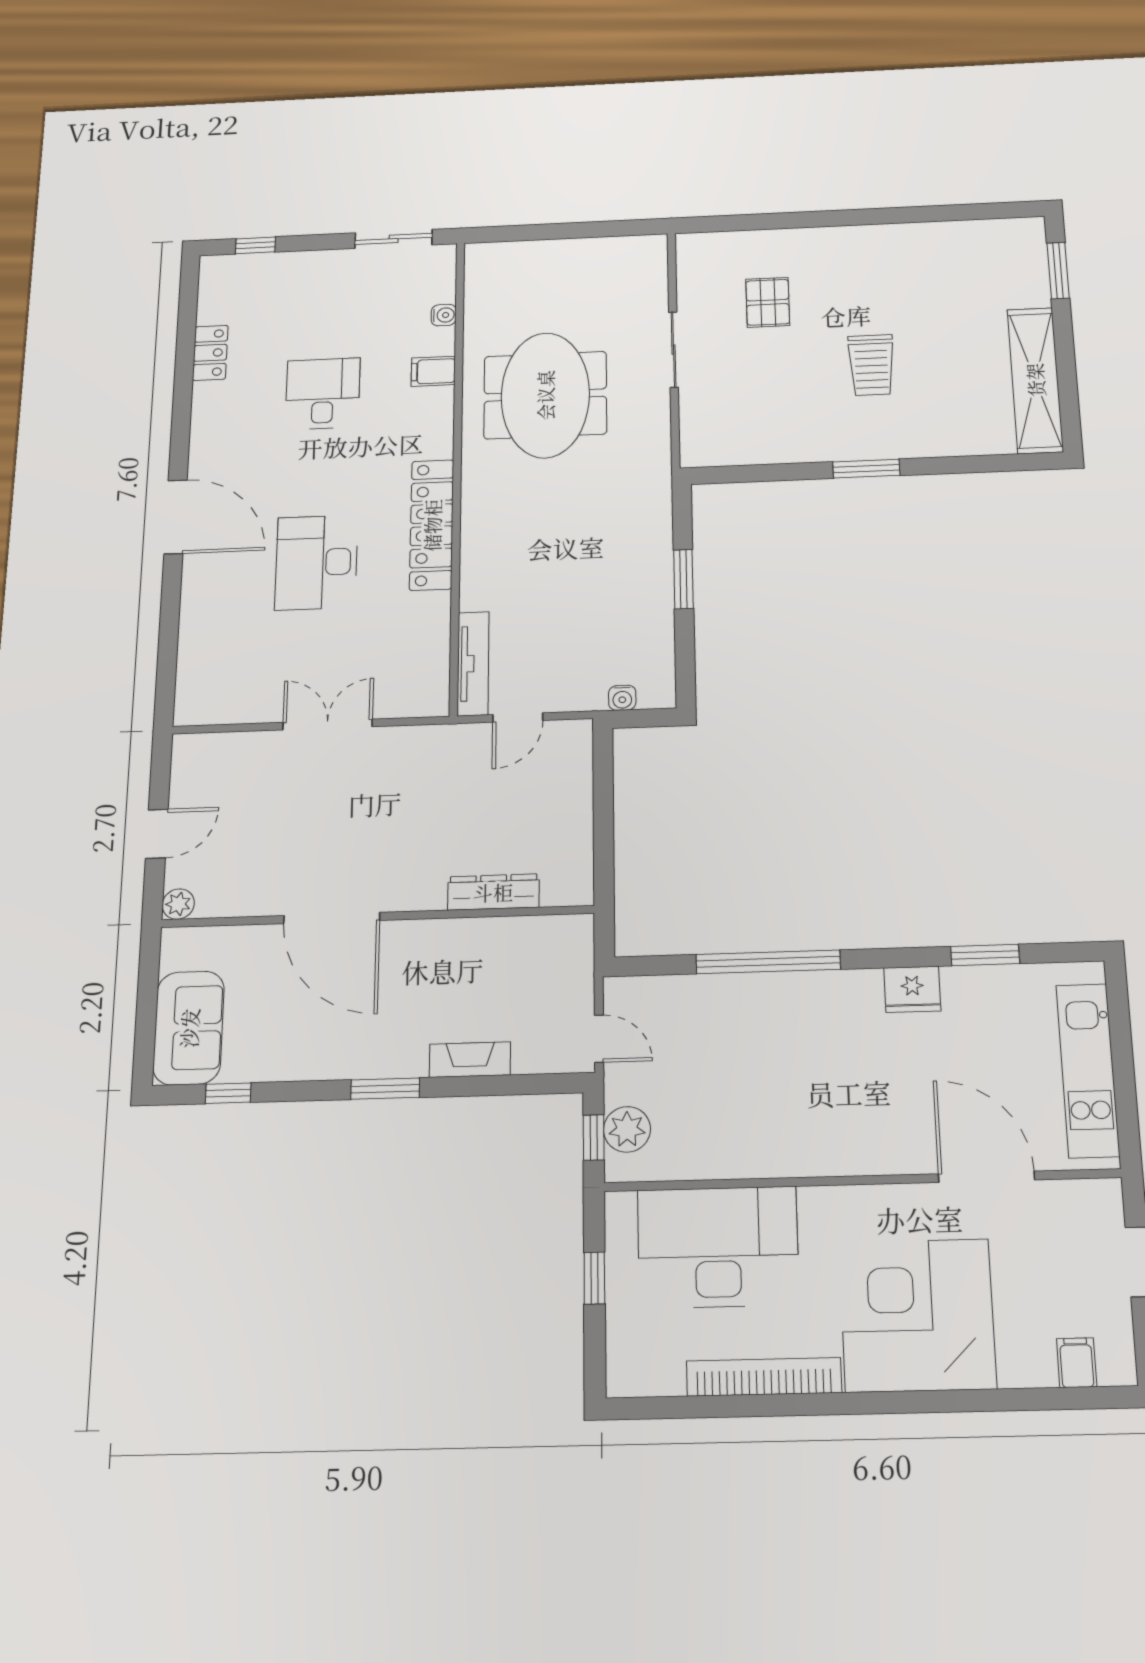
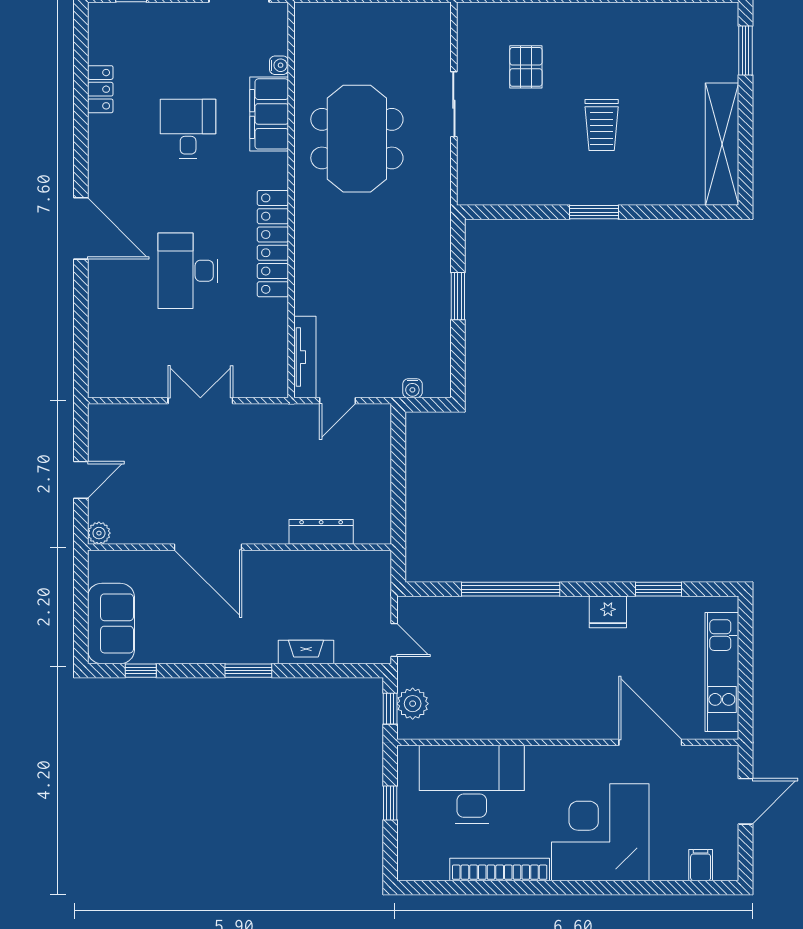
filing cabinet: (433, 371) -> (269, 114), width x3.00, depth x1.17

